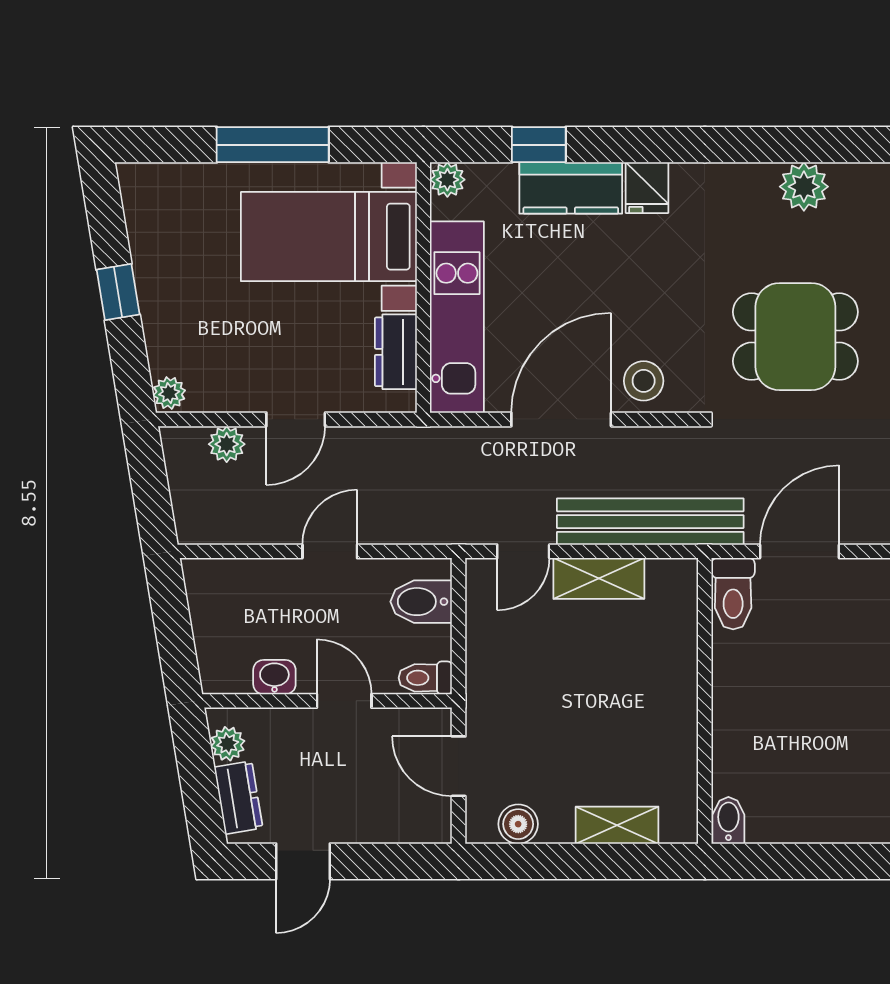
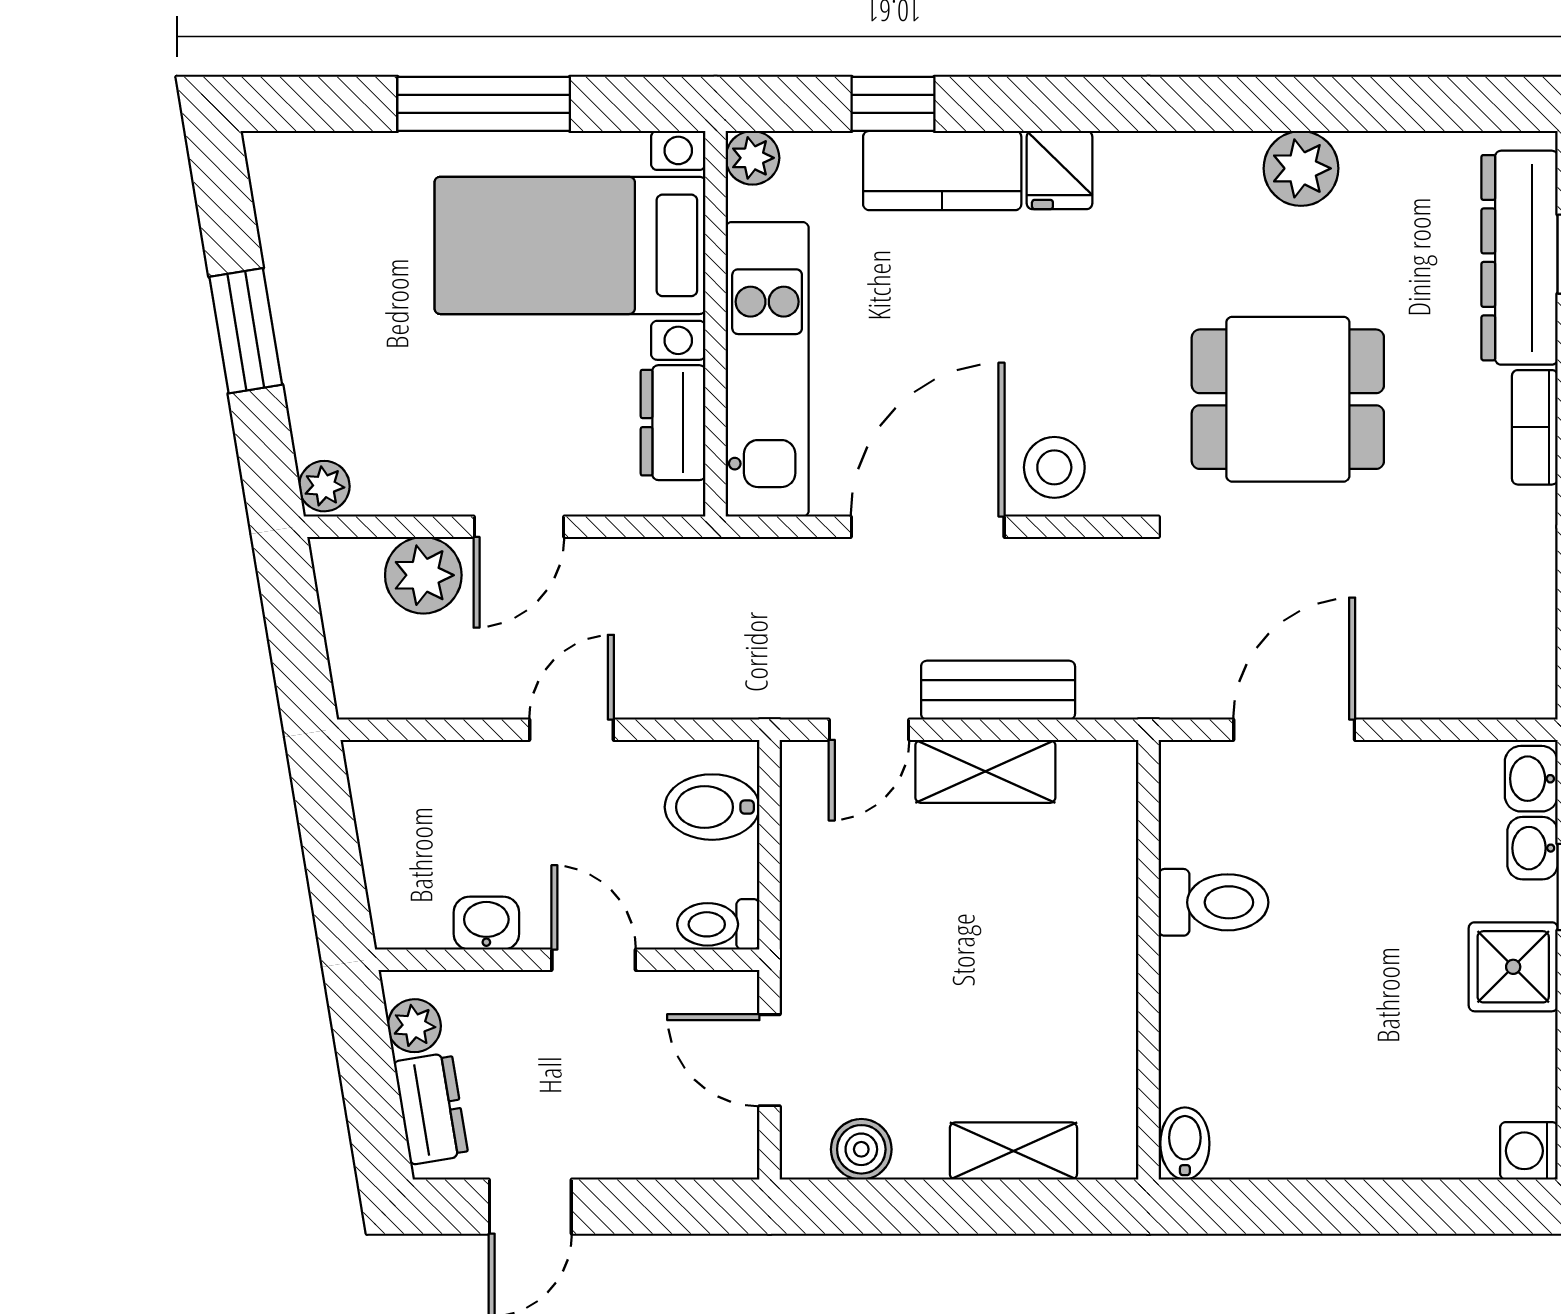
window: (118, 292) -> (246, 331), width x1.50
plant: (227, 444) -> (423, 575), width x1.38, depth x1.38
bench: (650, 522) -> (998, 690), width x0.54, depth x0.82
toilet: (733, 594) -> (1214, 902), moved, turned -90

